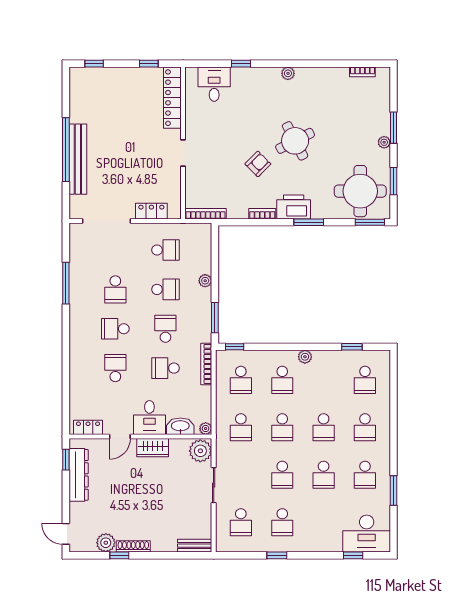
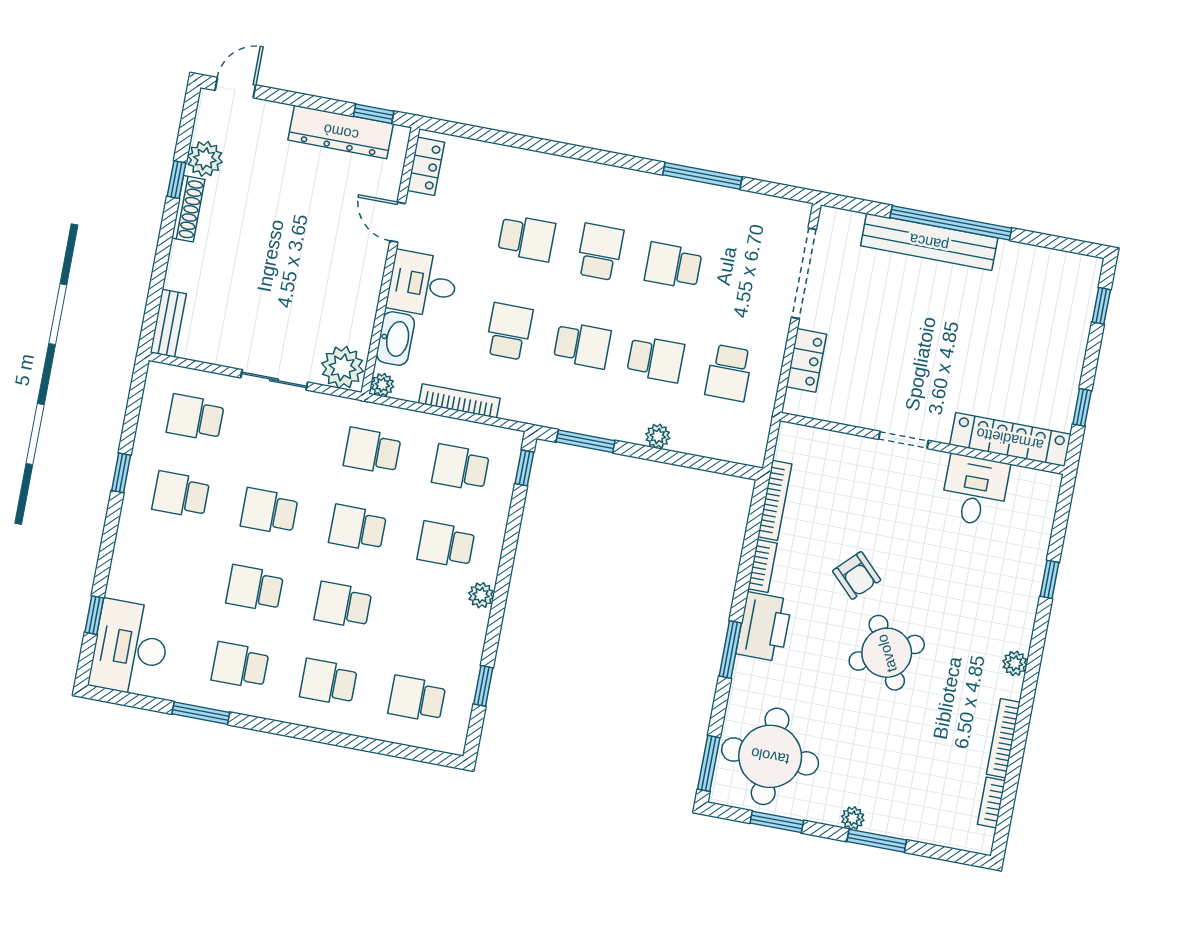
bookcase: (328, 72) -> (1003, 738), added
desk: (214, 84) -> (975, 490), moved, turned -90
bookcase: (206, 214) -> (775, 500), moved
school desk: (165, 289) -> (656, 359), turned -90
bookcase: (206, 364) -> (459, 401), moved
wardrobe: (153, 448) -> (365, 280), removed

